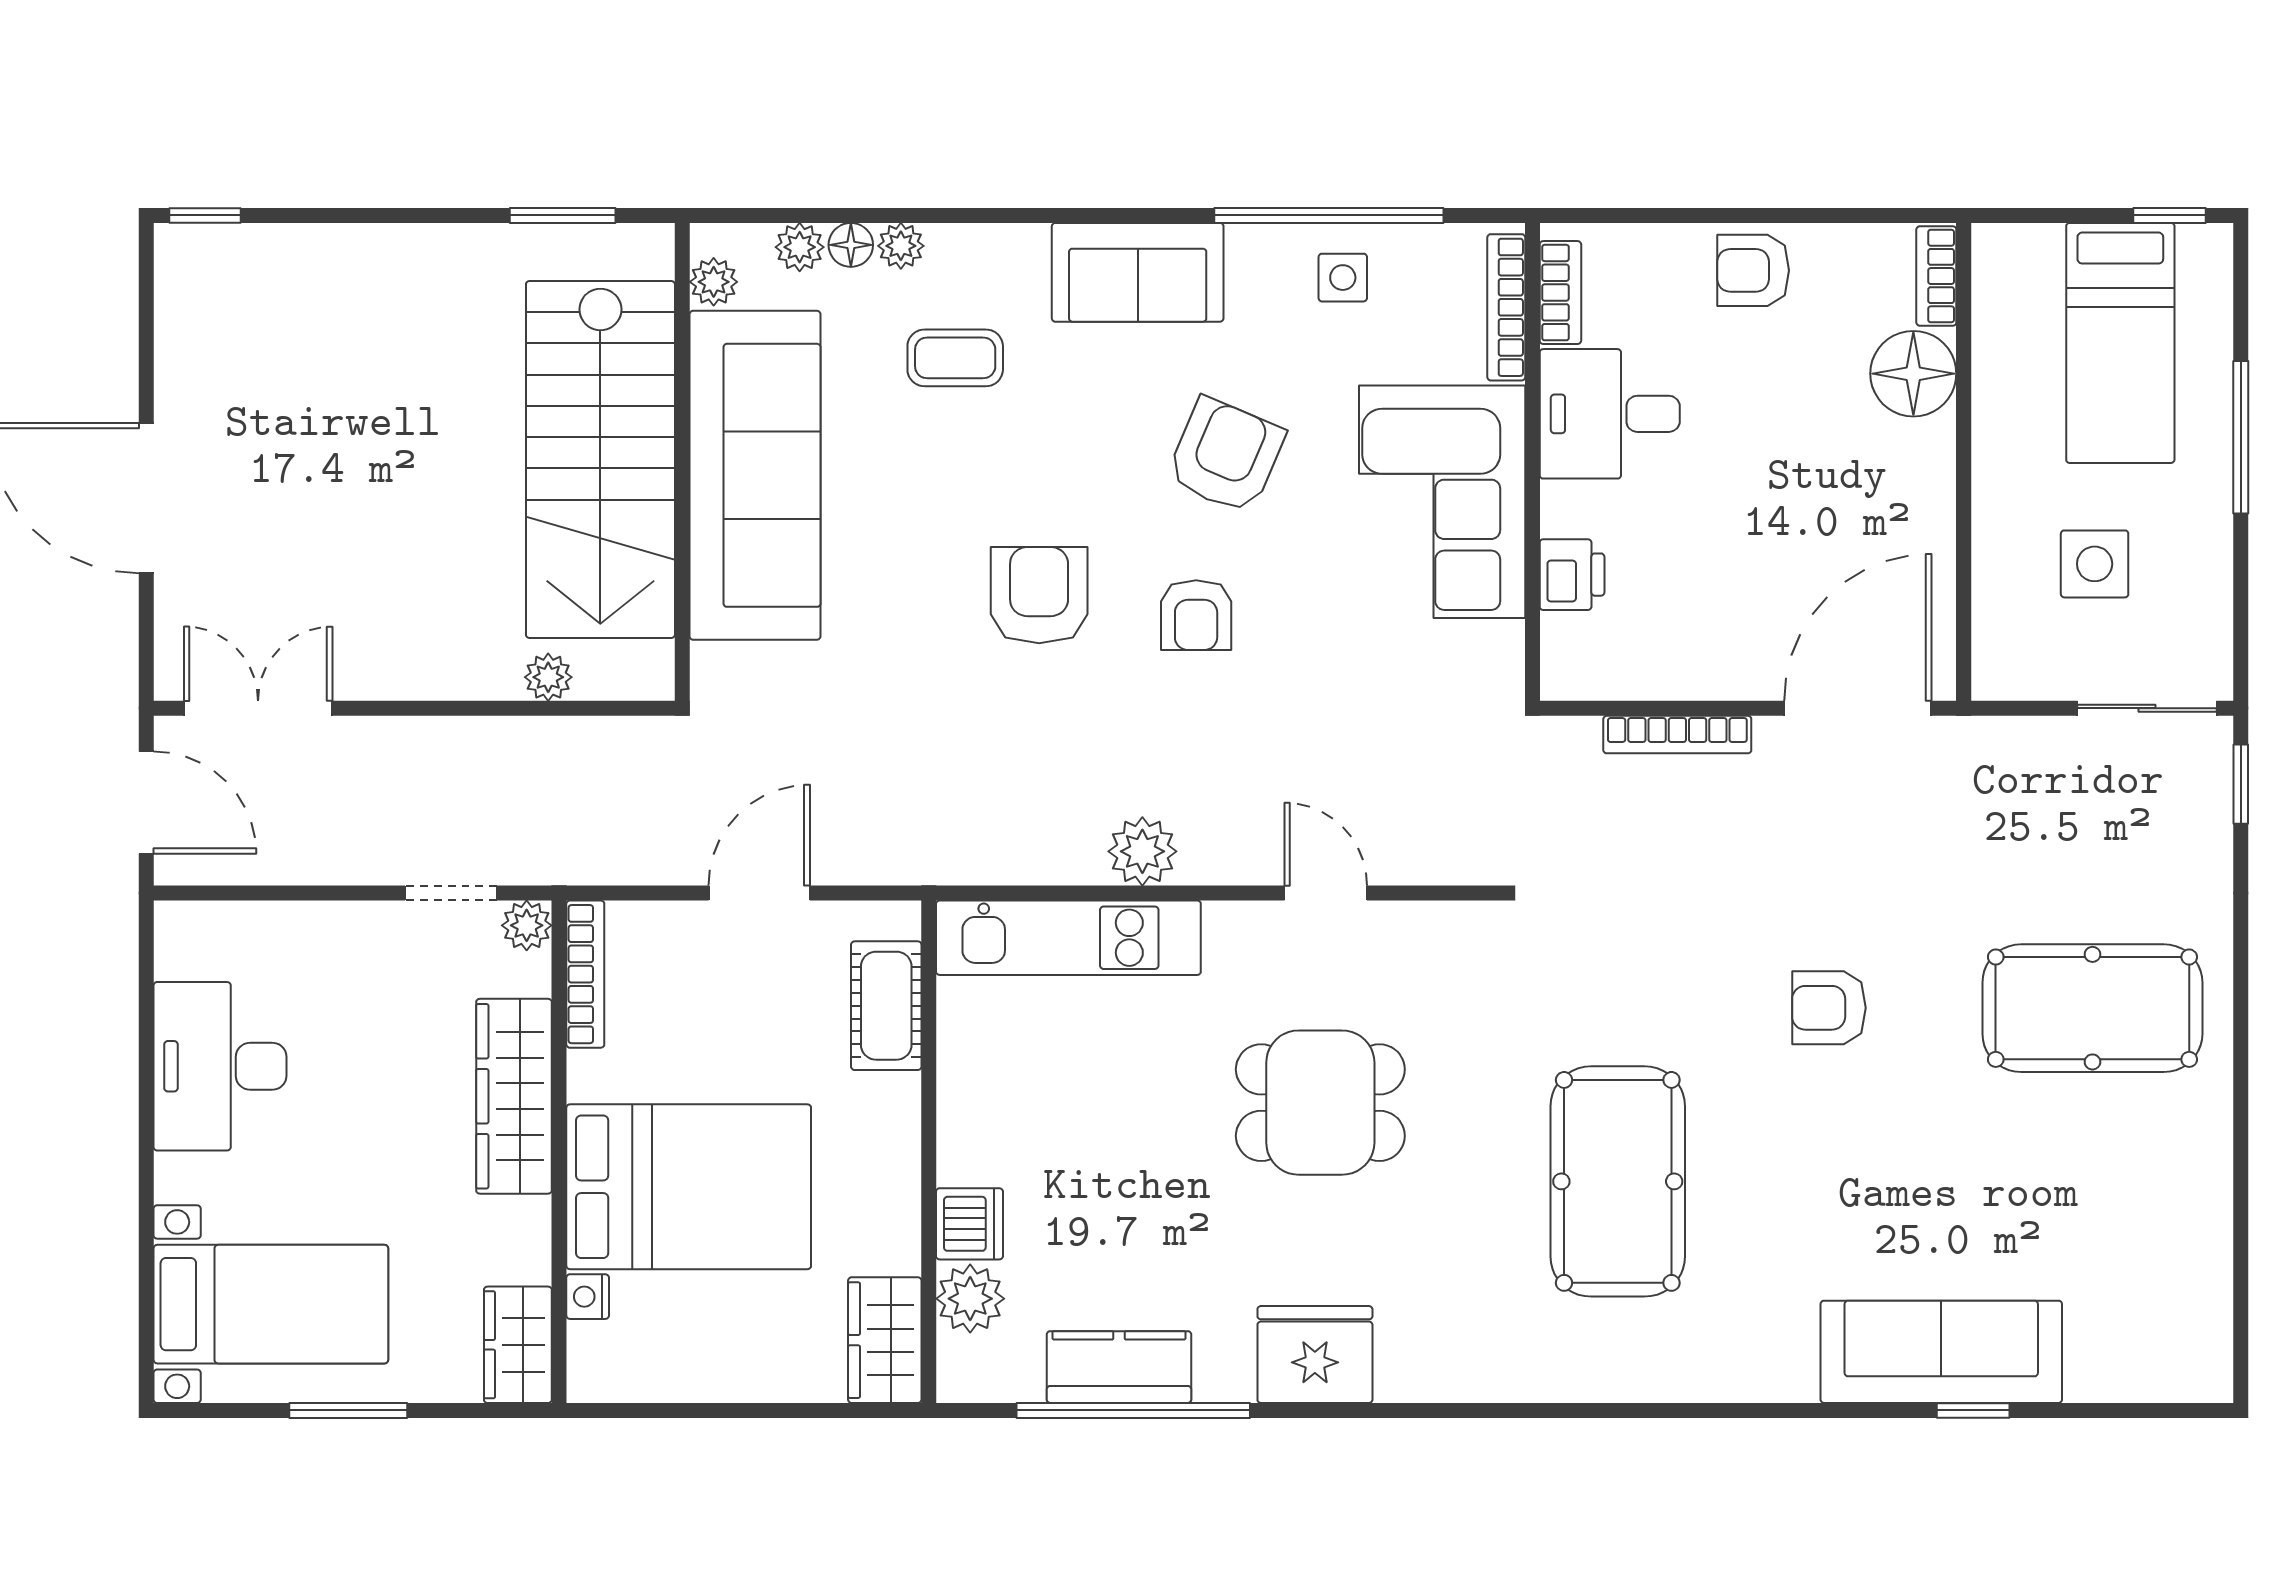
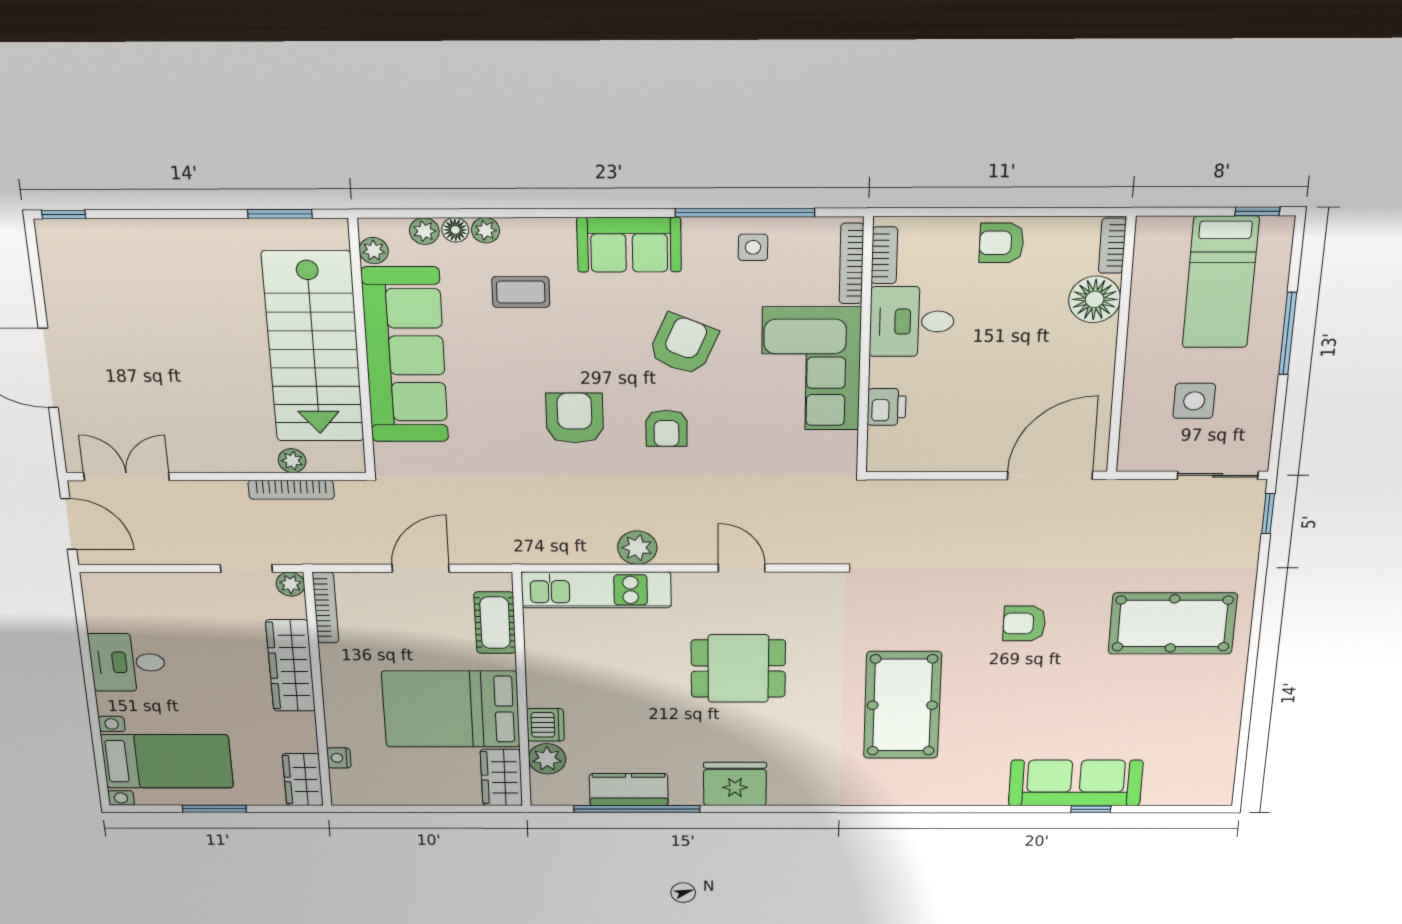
bookcase: (1677, 735) -> (291, 490), moved
desk: (220, 1066) -> (127, 662), width x0.73
bed: (689, 1187) -> (451, 709), moved, turned 180

